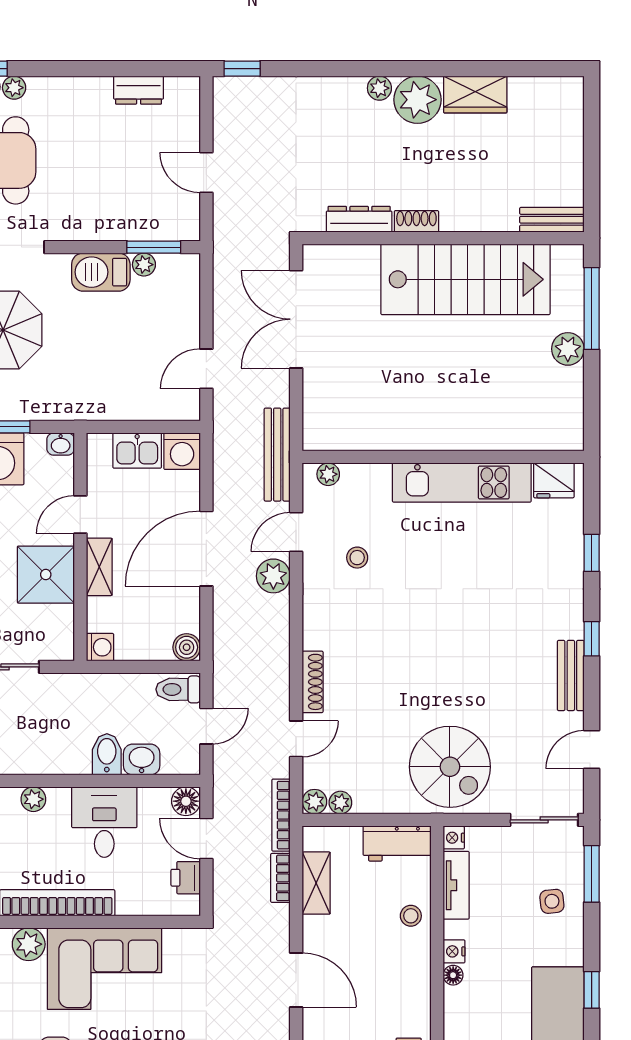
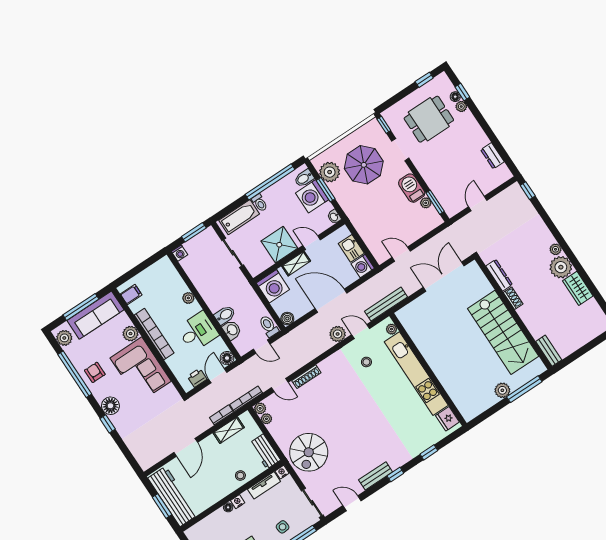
kitchen unit: (462, 483) -> (416, 374), width x1.36
washing machine: (100, 647) -> (273, 286), width x1.89, depth x1.89

